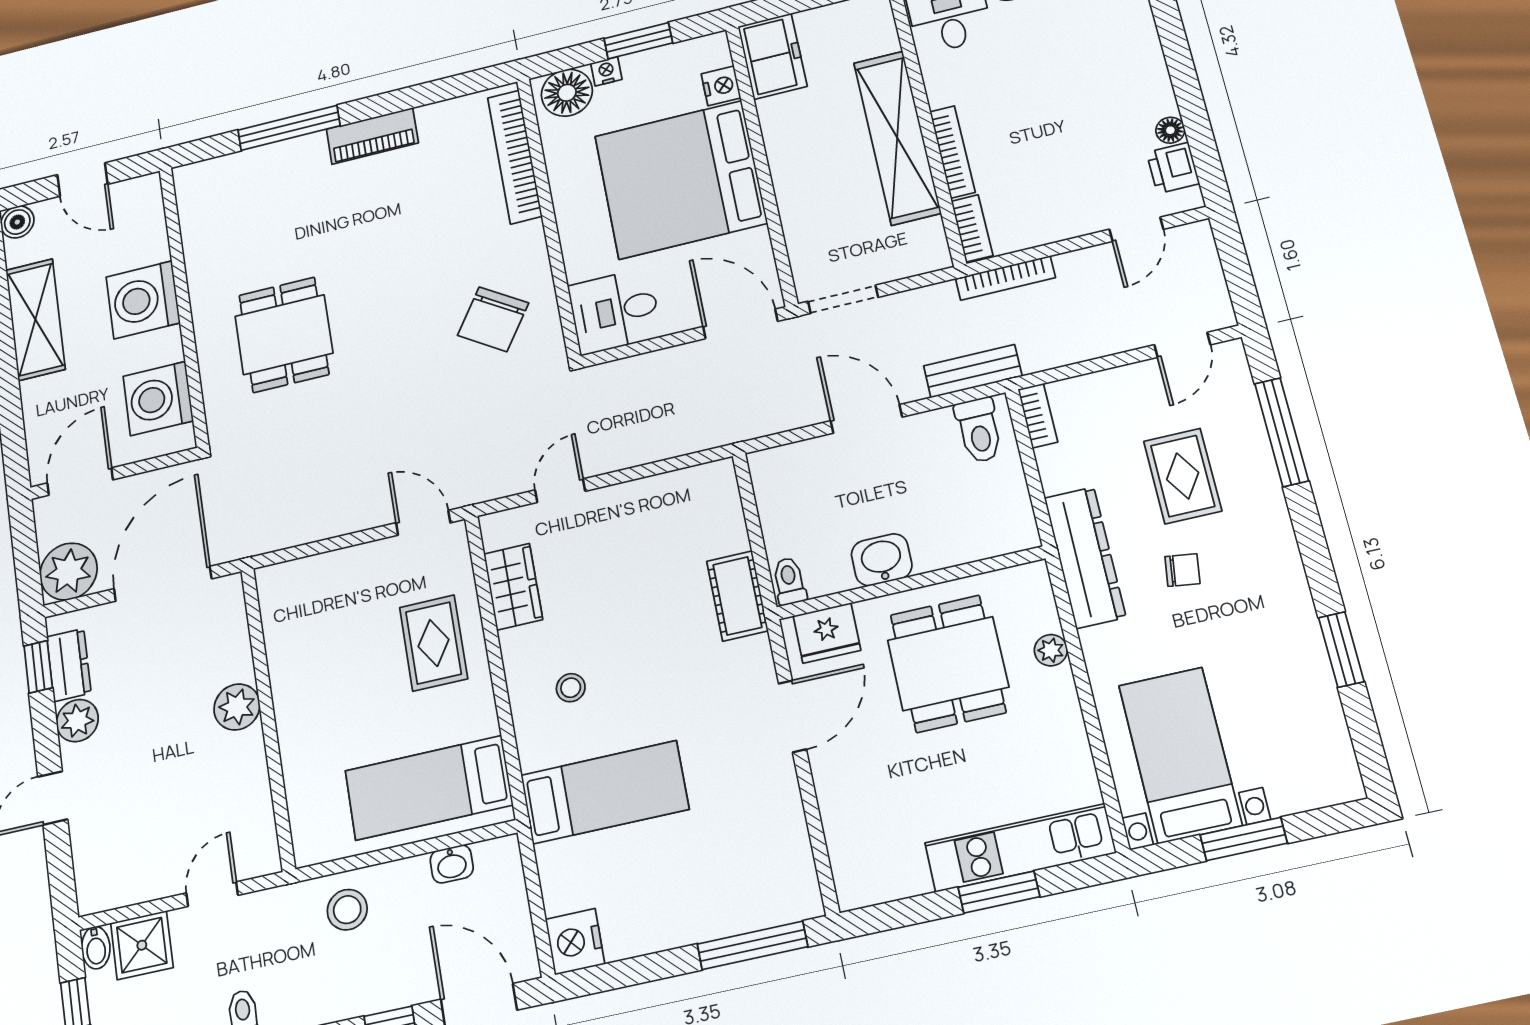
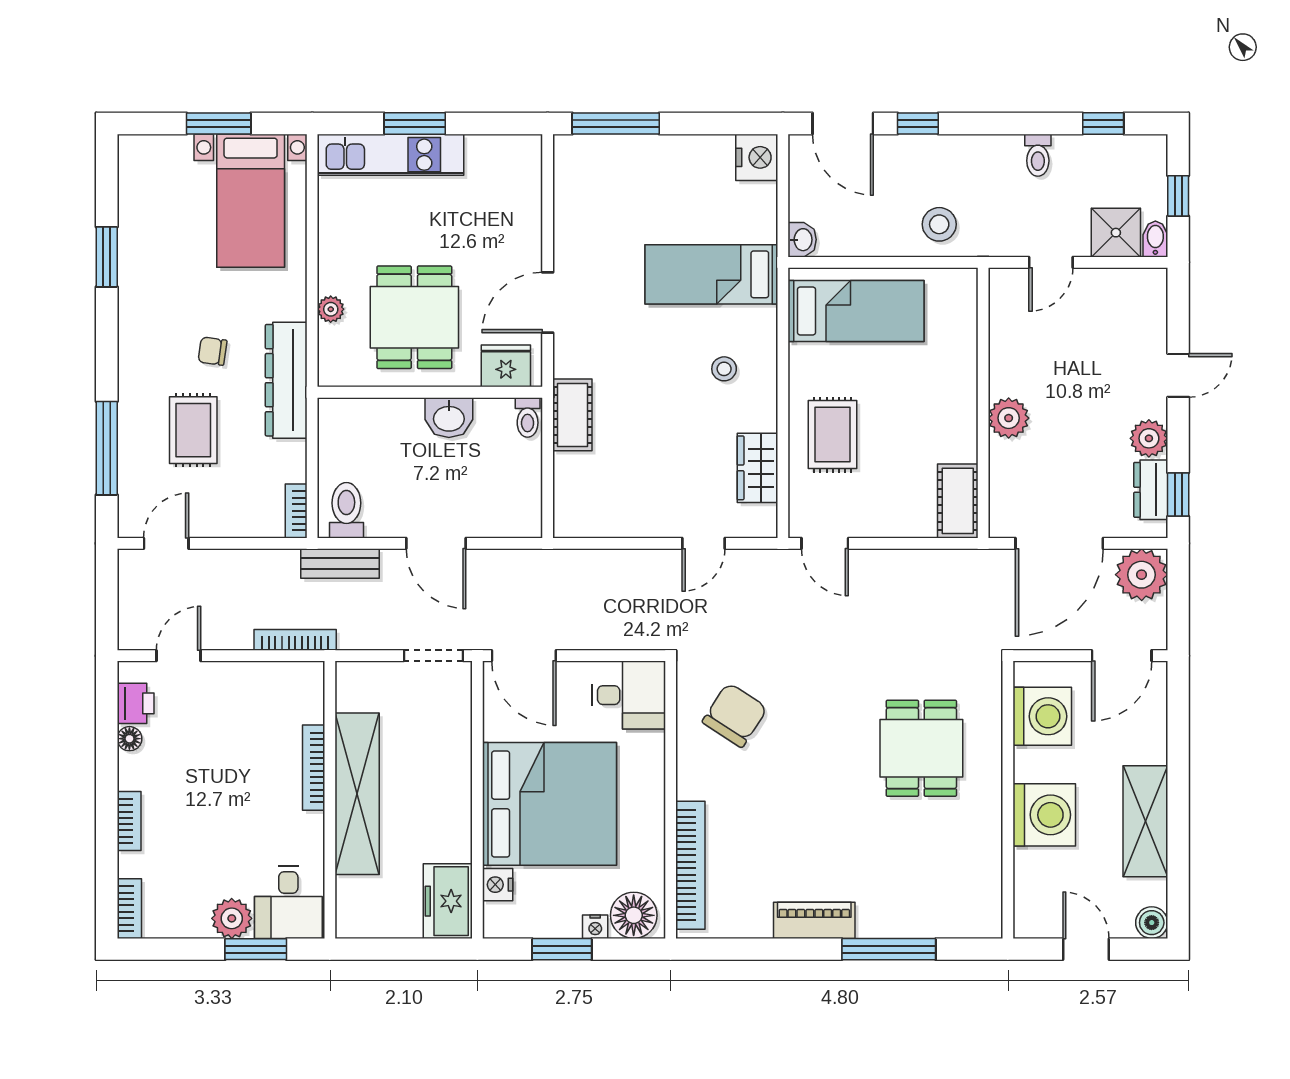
bookcase: (972, 228) -> (129, 821), moved, turned 180
cot: (281, 603) -> (958, 501), added
washbasin: (452, 864) -> (802, 240), moved, turned 90

